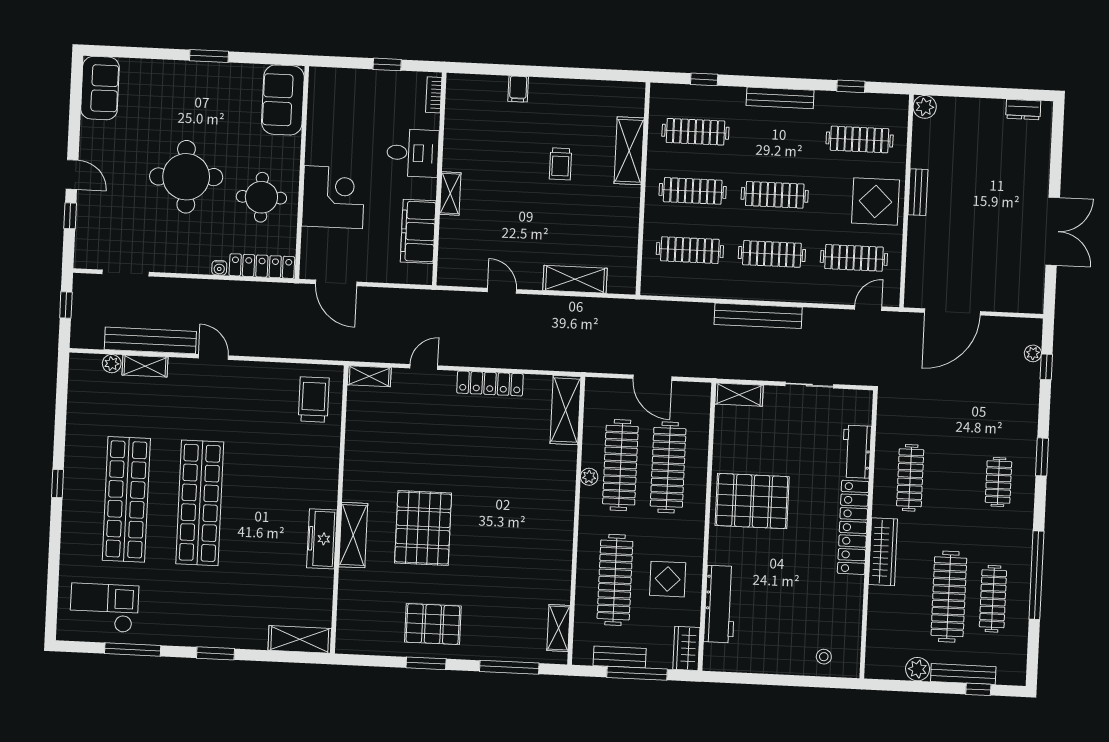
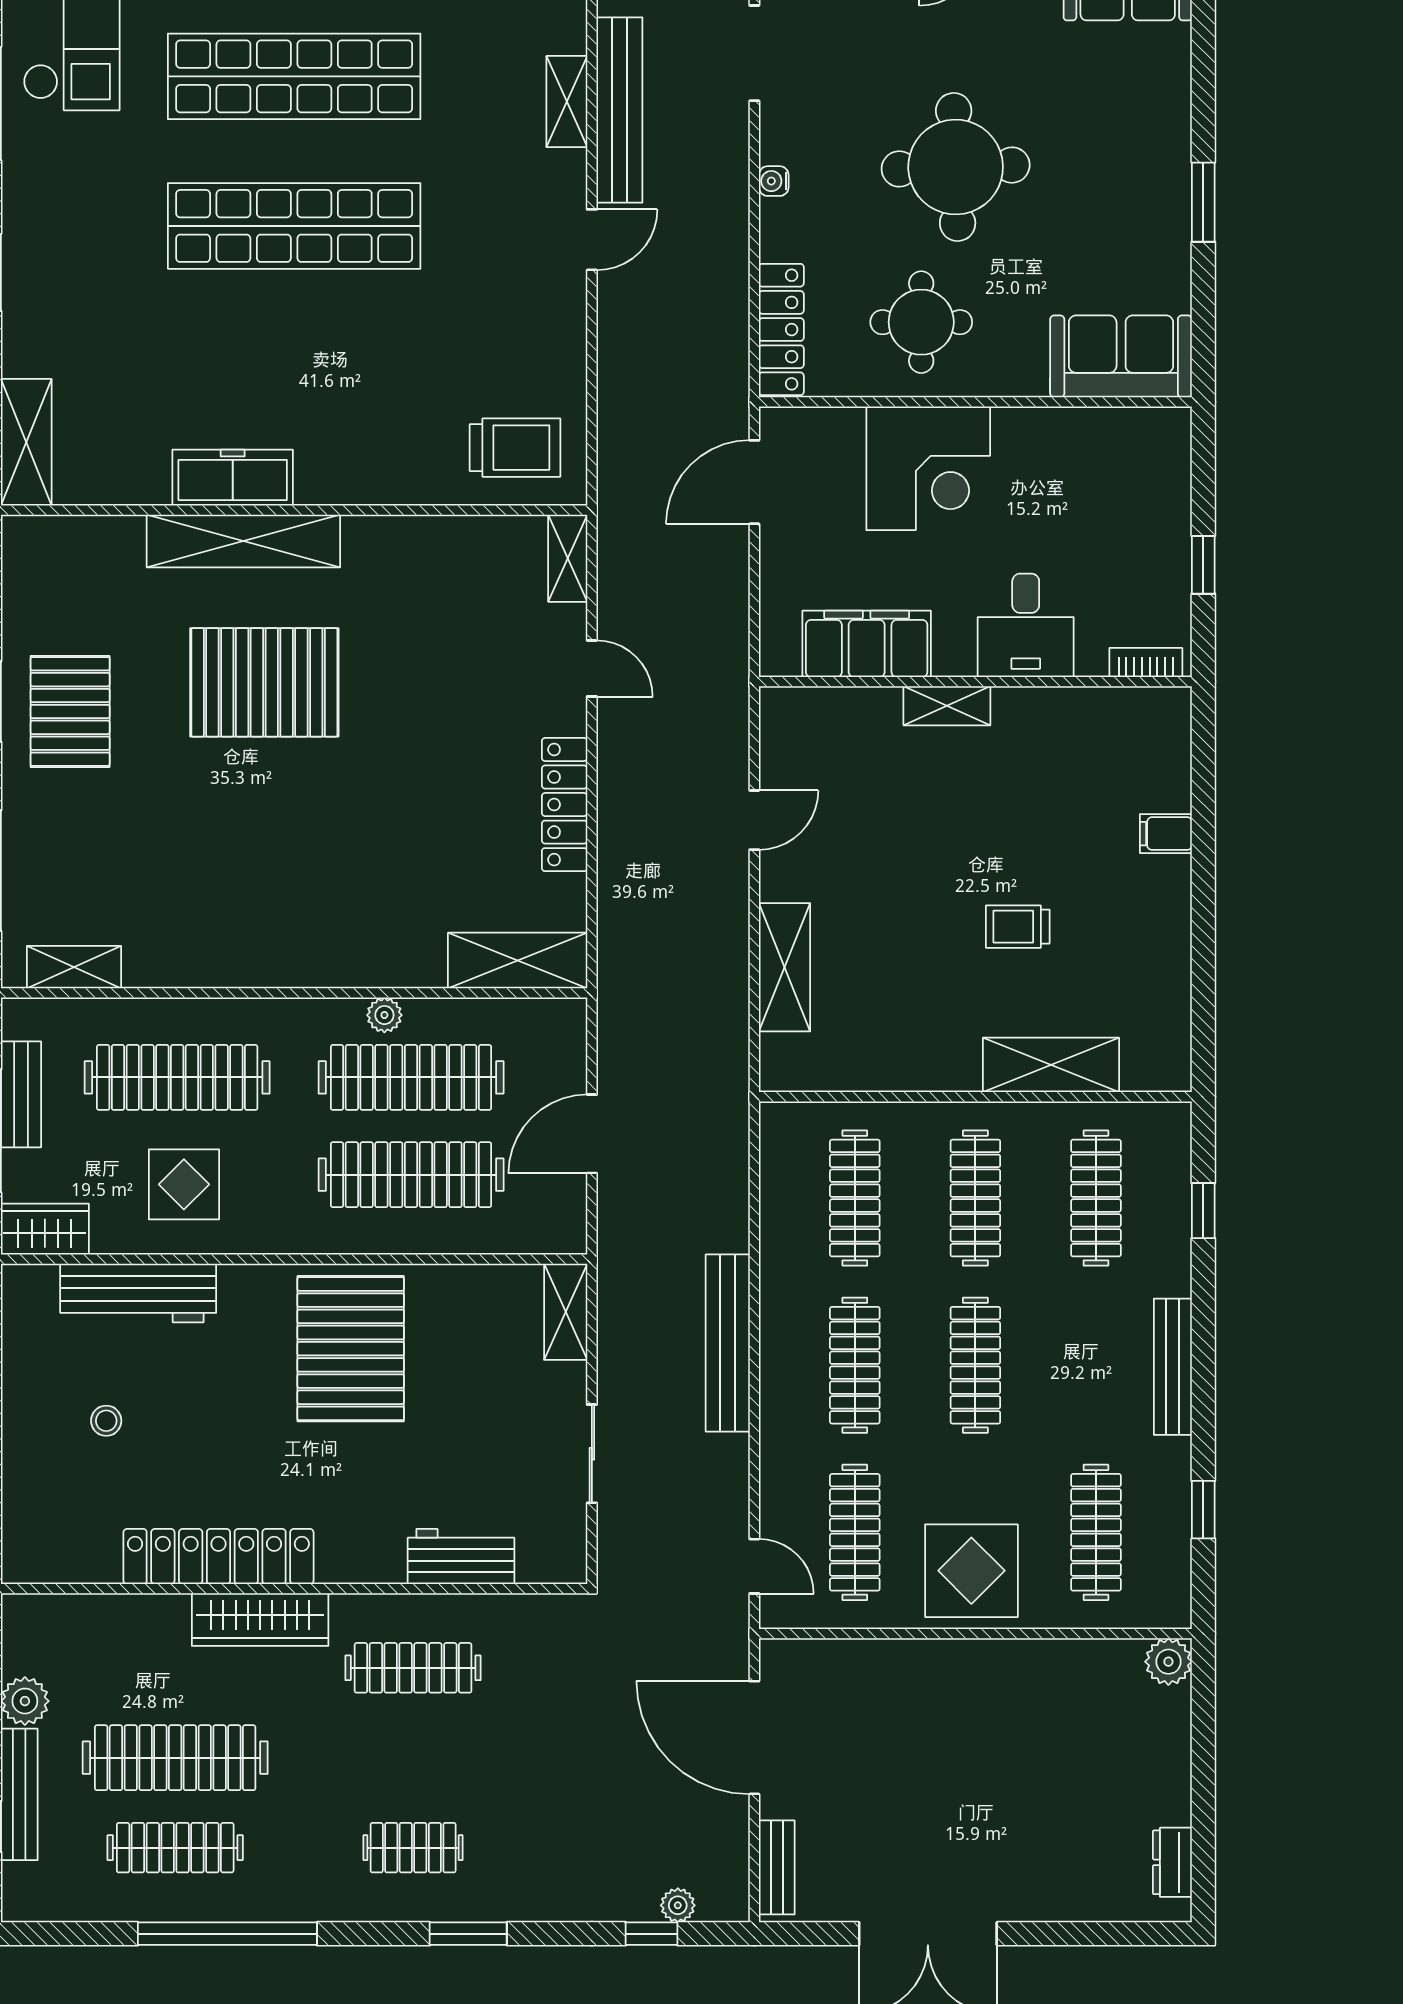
bench: (918, 192) -> (777, 1867), moved, turned 90
water cooler: (219, 268) -> (774, 181), moved
plant: (112, 364) -> (569, 34), removed
locker: (853, 527) -> (218, 1556), moved
shelving: (353, 535) -> (243, 541), width x1.47
stool: (824, 657) -> (106, 1421), moved

